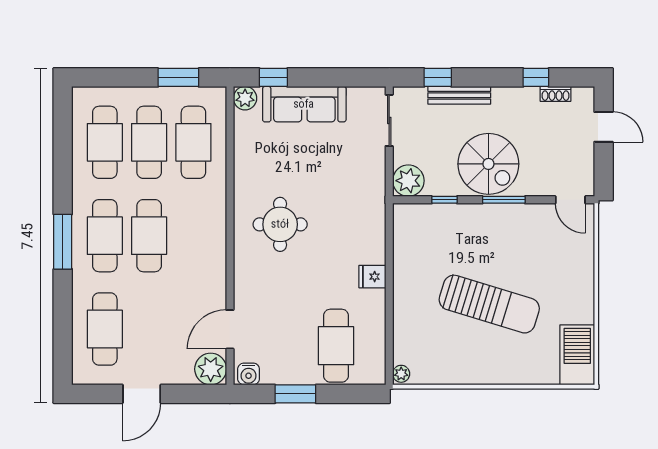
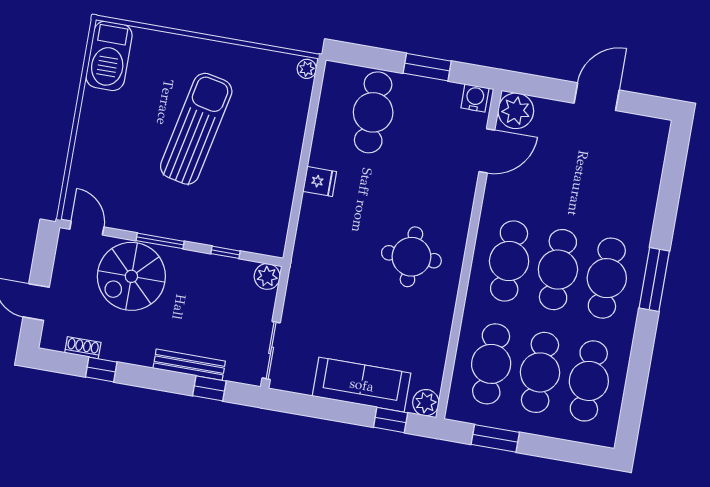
spiral stairs: (488, 164) -> (131, 276), moved, turned -90
plant: (408, 181) -> (267, 276), width x0.73, depth x0.73
sun lounger: (489, 304) -> (196, 129), turned 85
cafe table: (105, 329) -> (509, 261), moved

